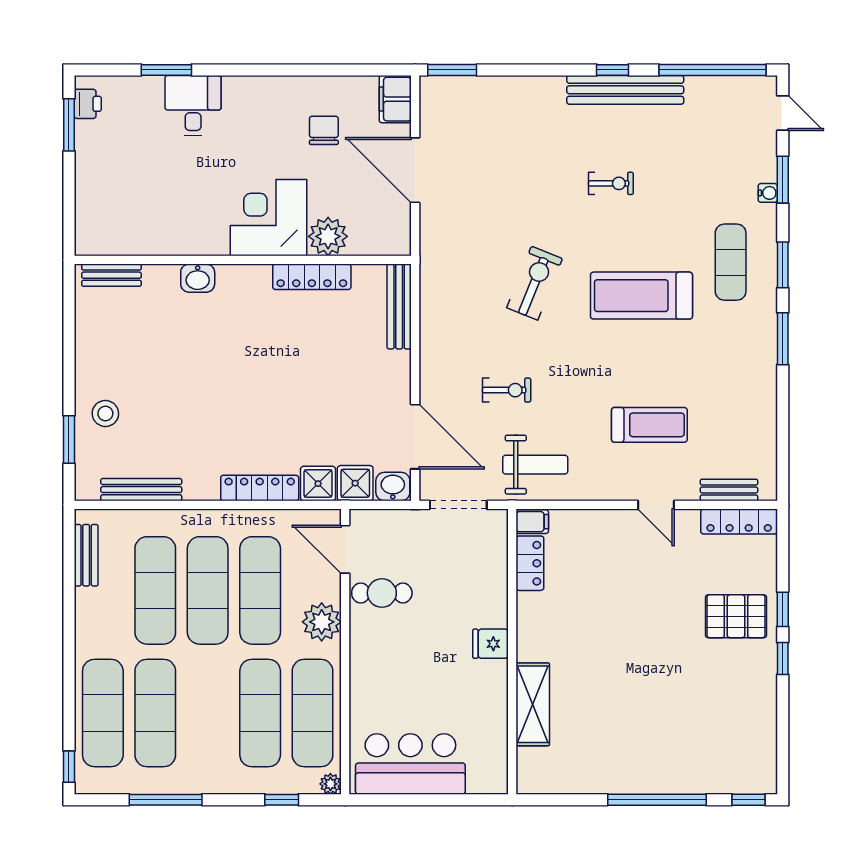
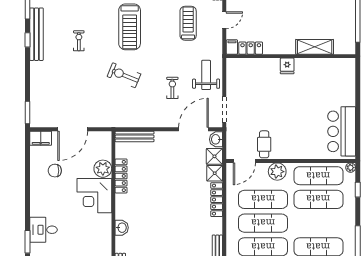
filing cabinet: (532, 522) -> (232, 47), moved
locker: (530, 563) -> (251, 48), moved
fridge: (490, 644) -> (287, 66), moved
wall: (512, 652) -> (291, 56), moved
shelving: (533, 704) -> (315, 47), moved

